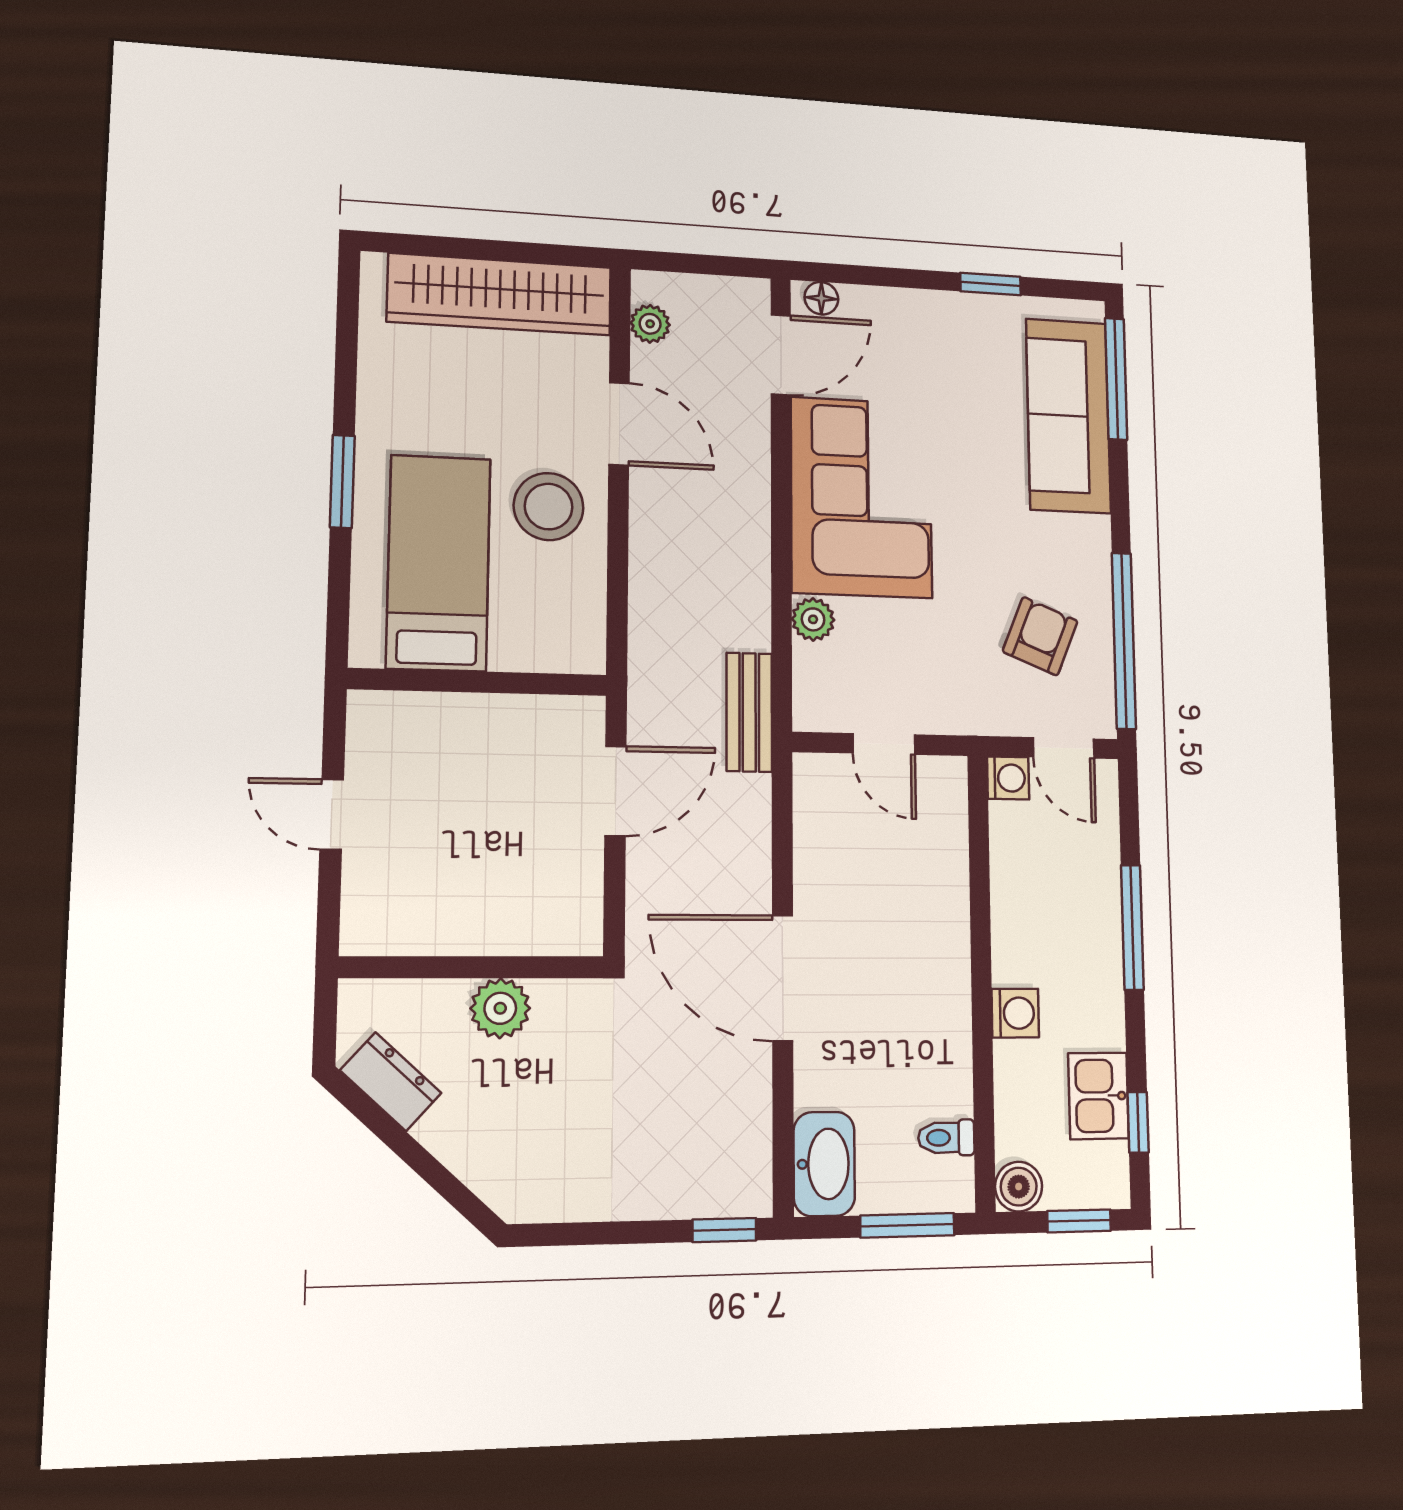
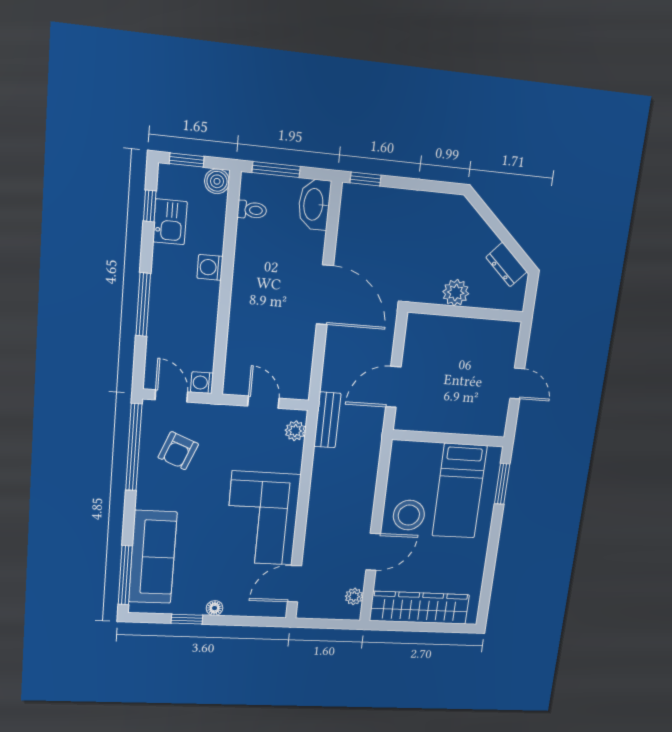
floor lamp: (821, 298) -> (215, 608), moved
door: (619, 424) -> (373, 552), swing flipped
window: (342, 481) -> (502, 484), moved
plant: (813, 619) -> (295, 431), moved

